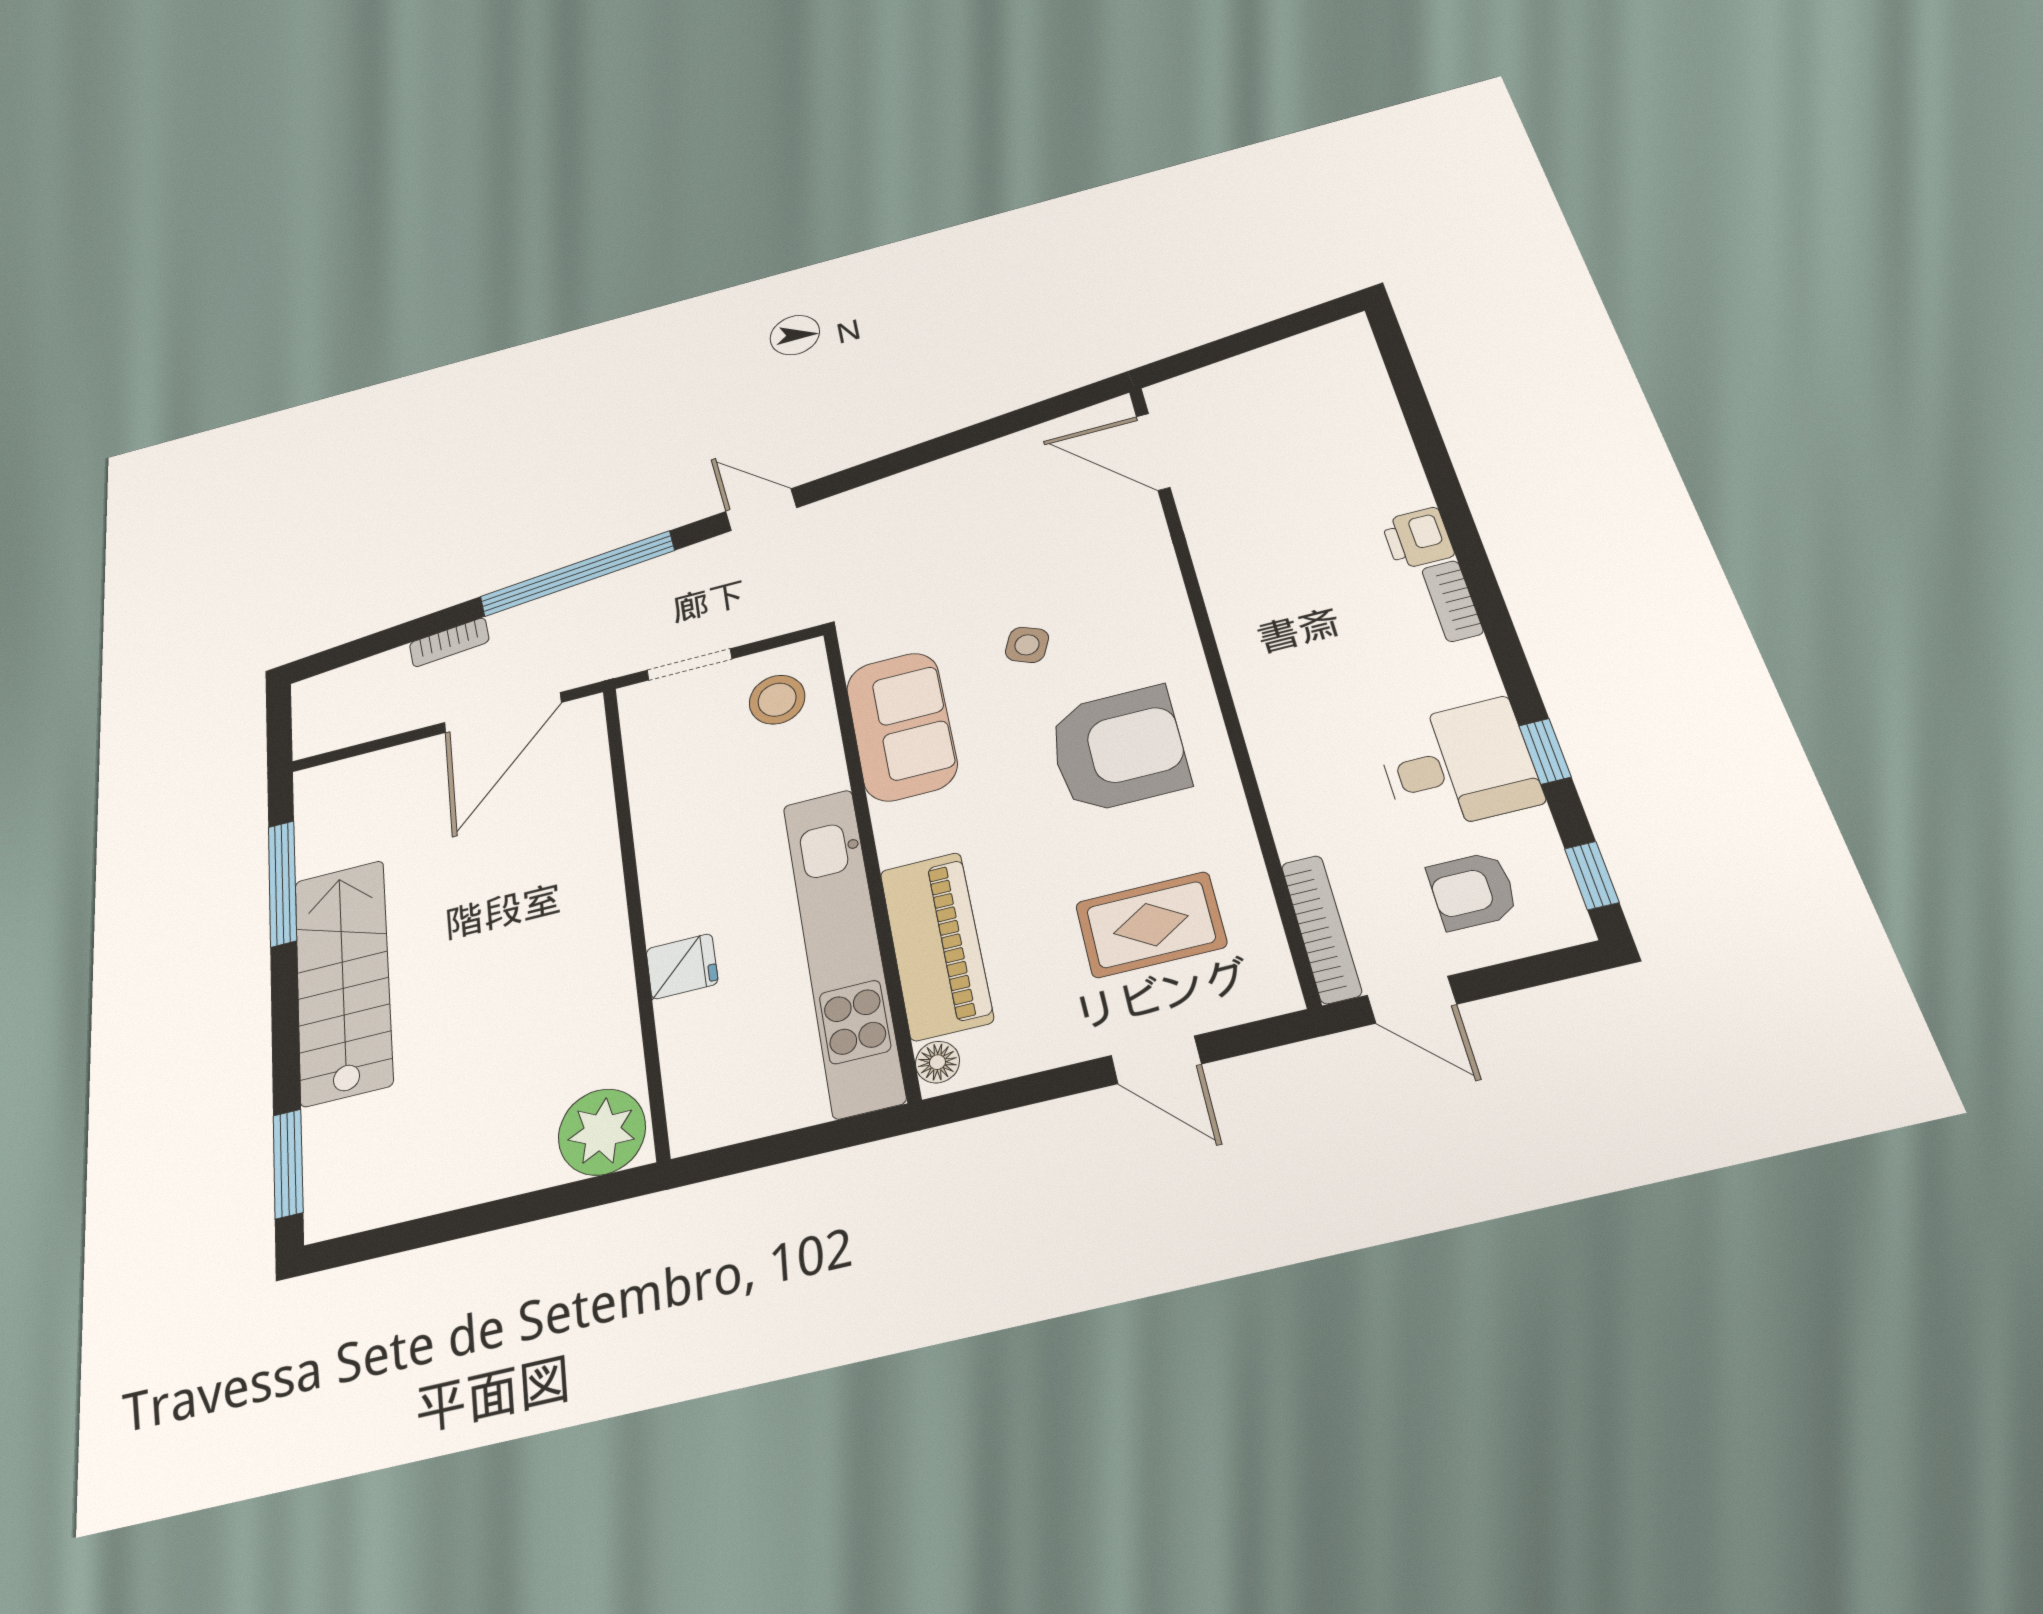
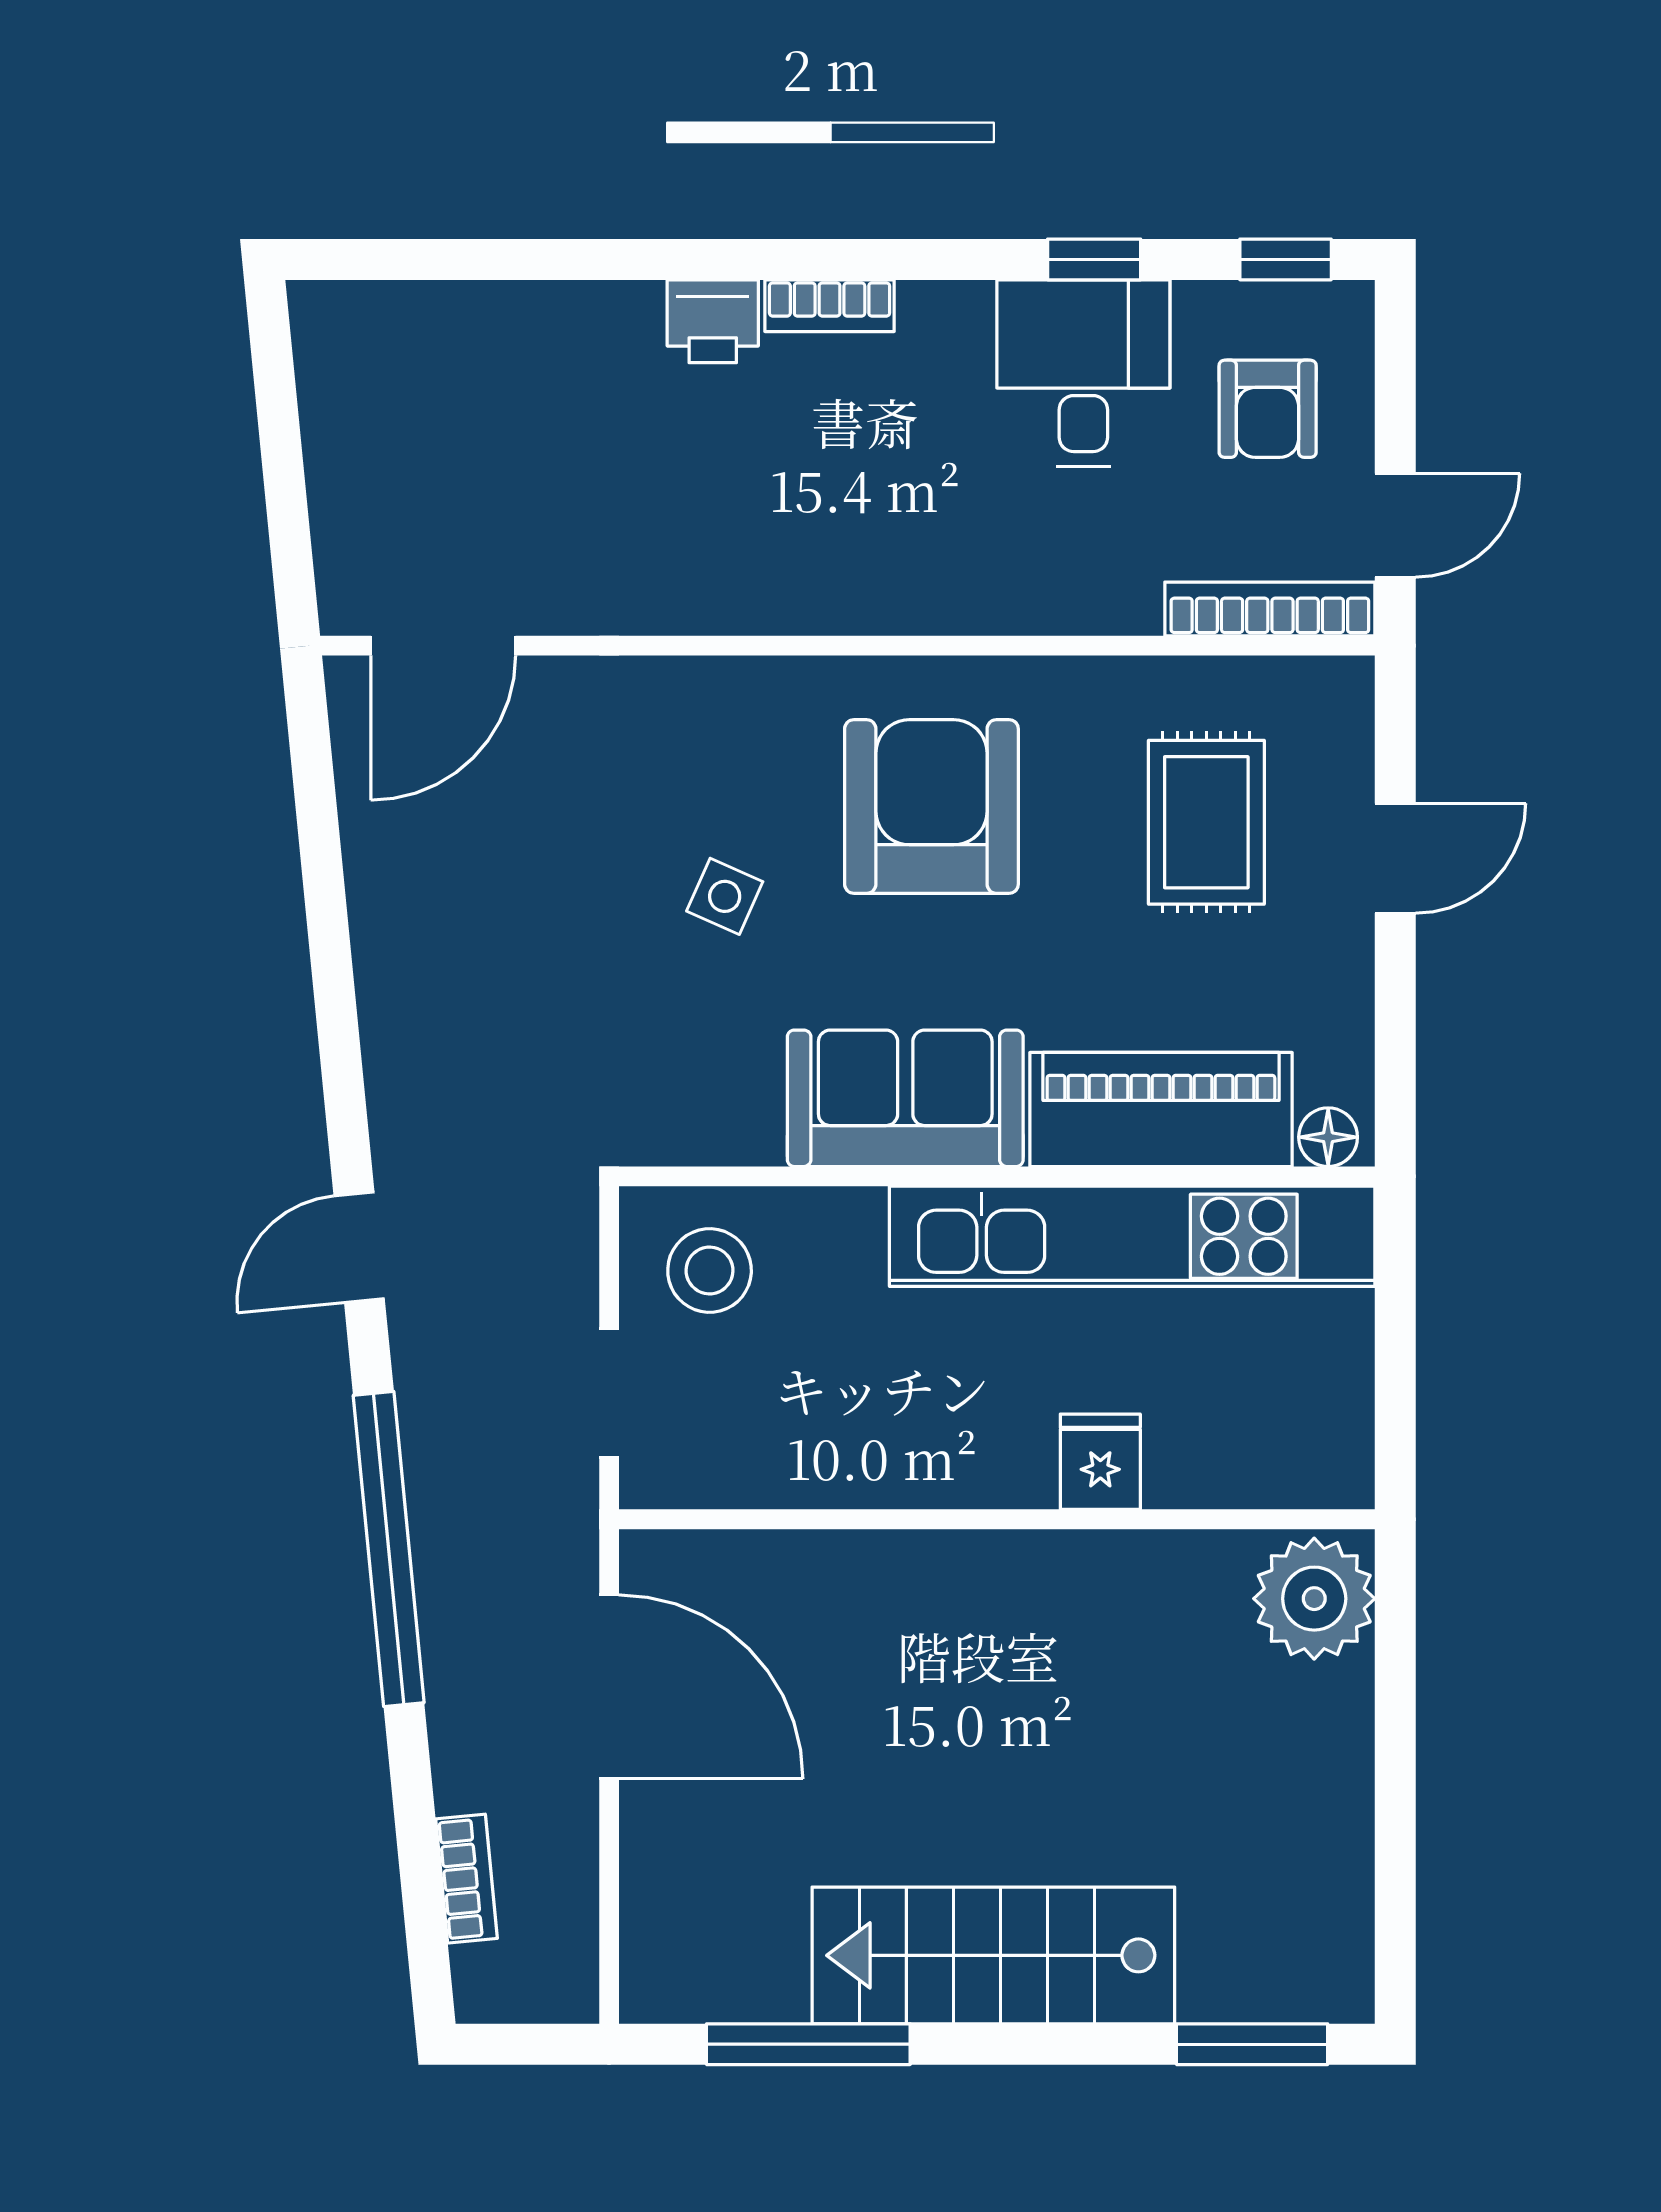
bookcase: (449, 642) -> (467, 1879), moved
sofa: (901, 726) -> (905, 1098), moved

